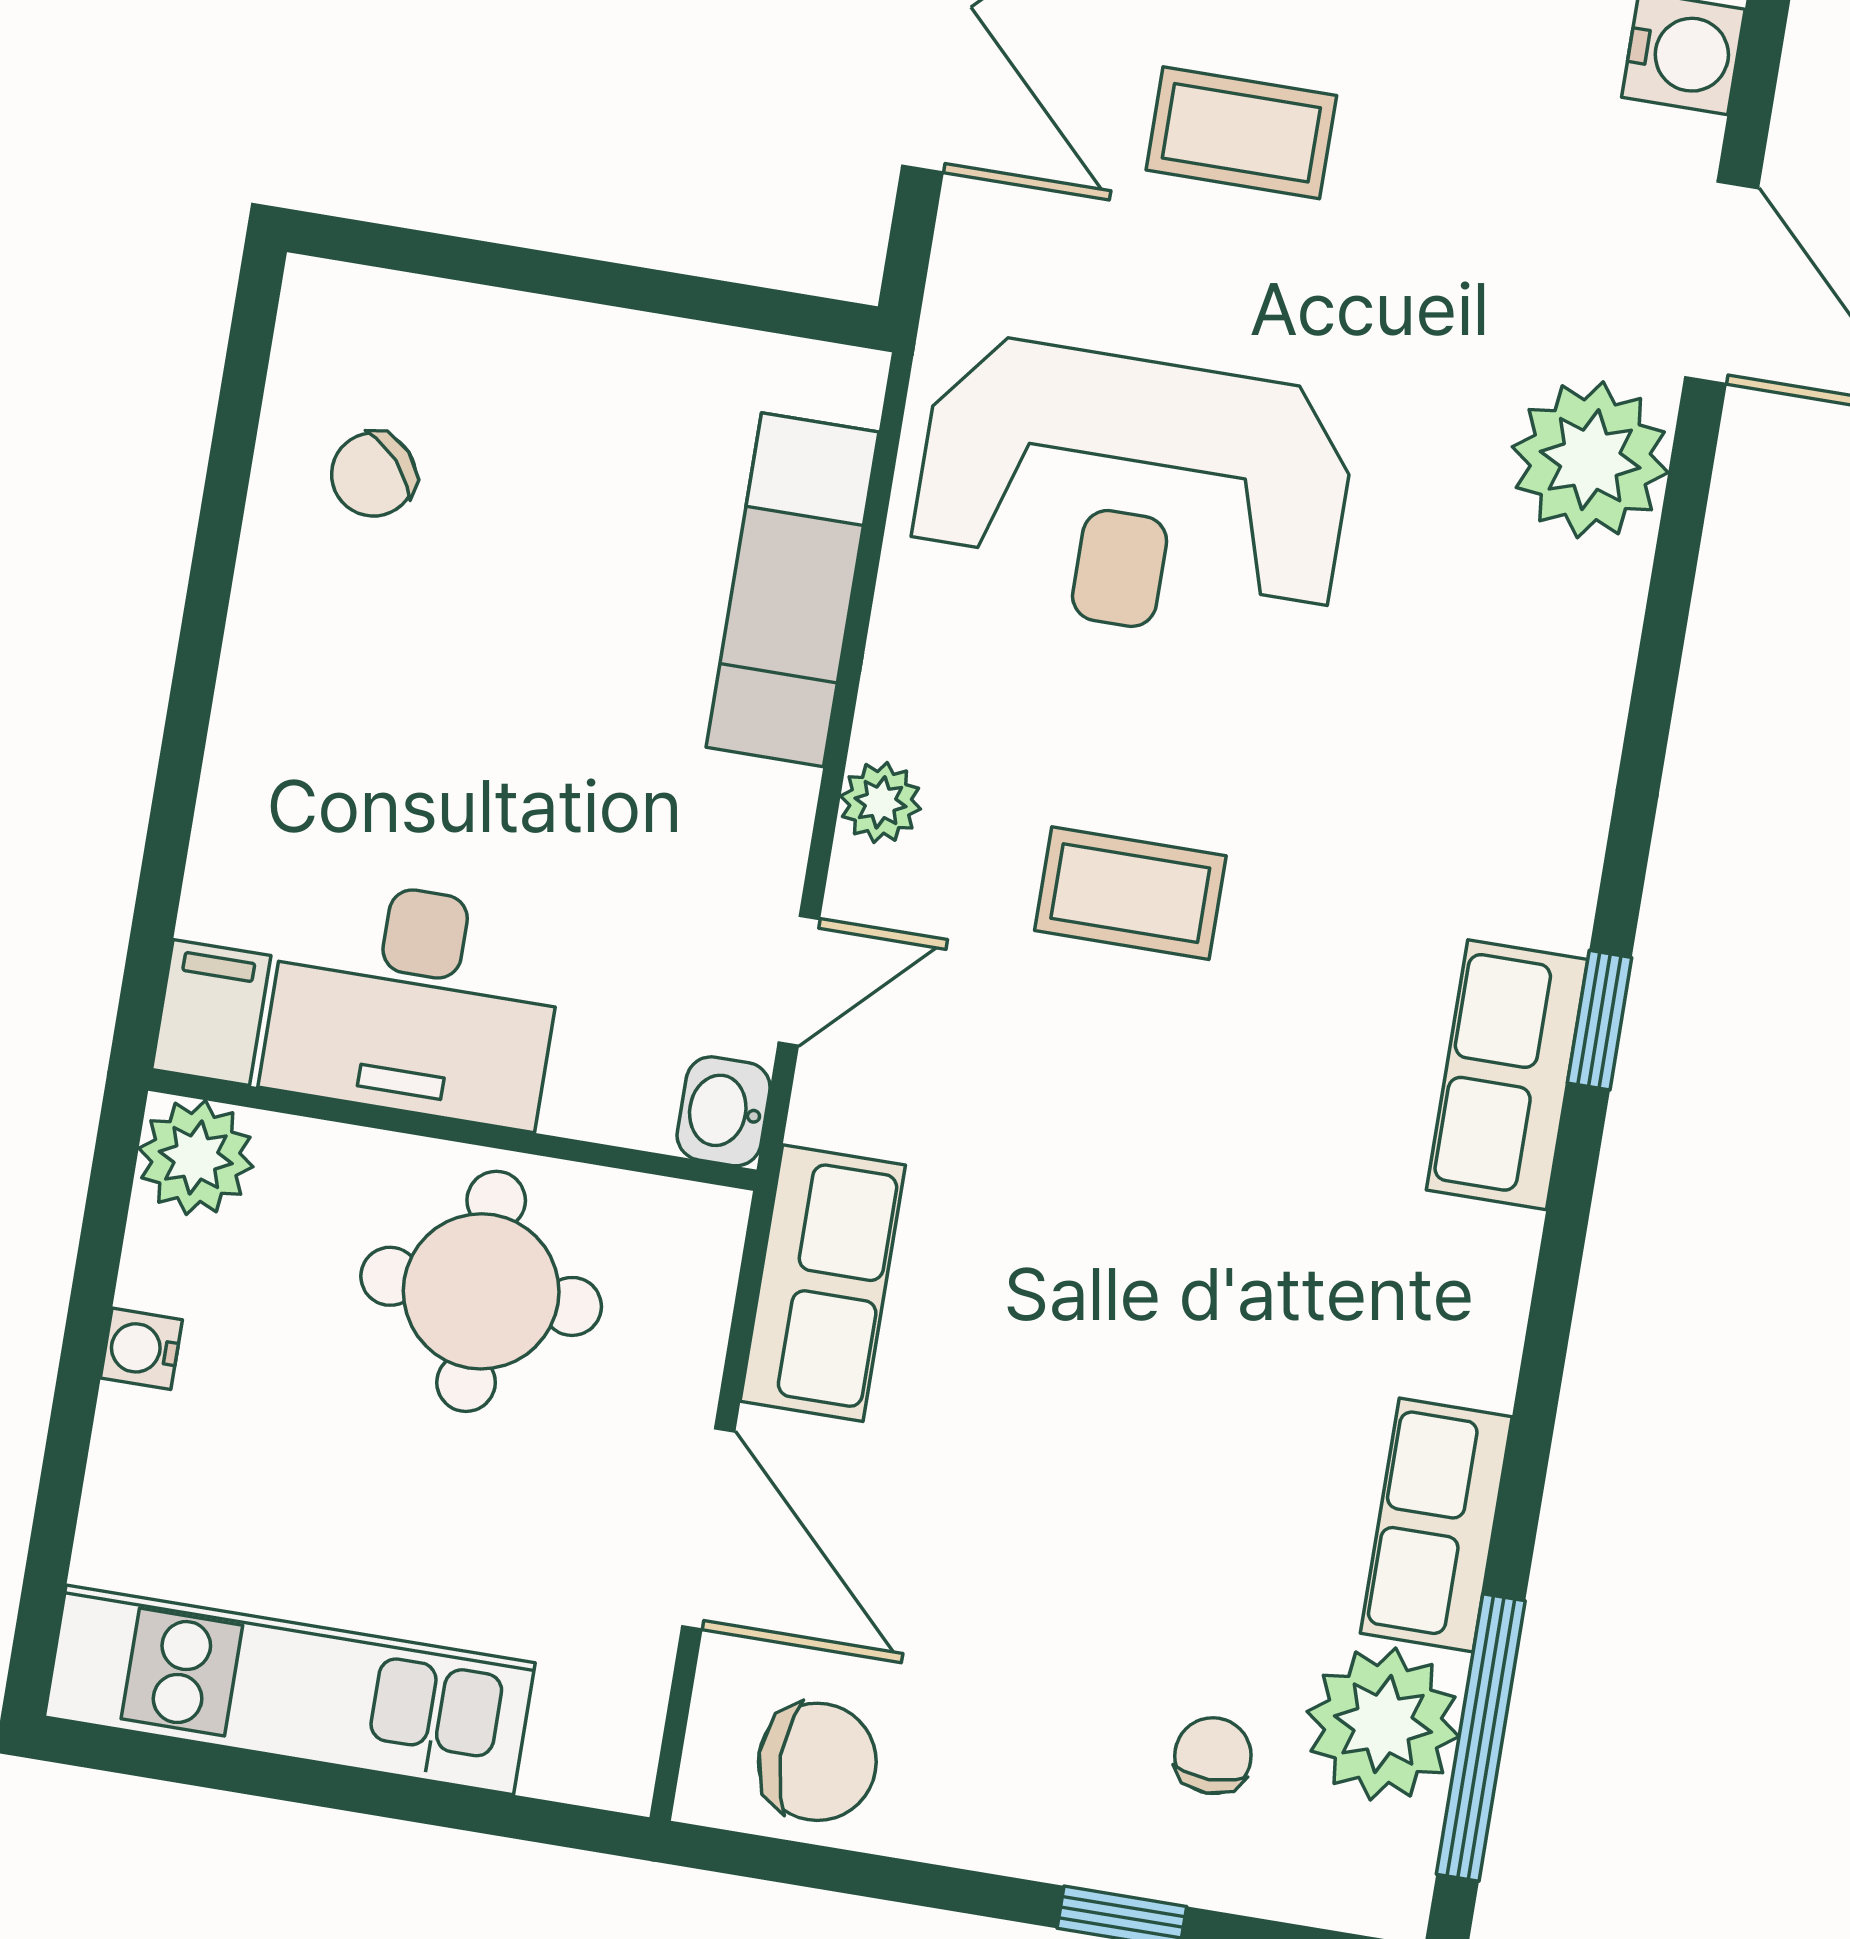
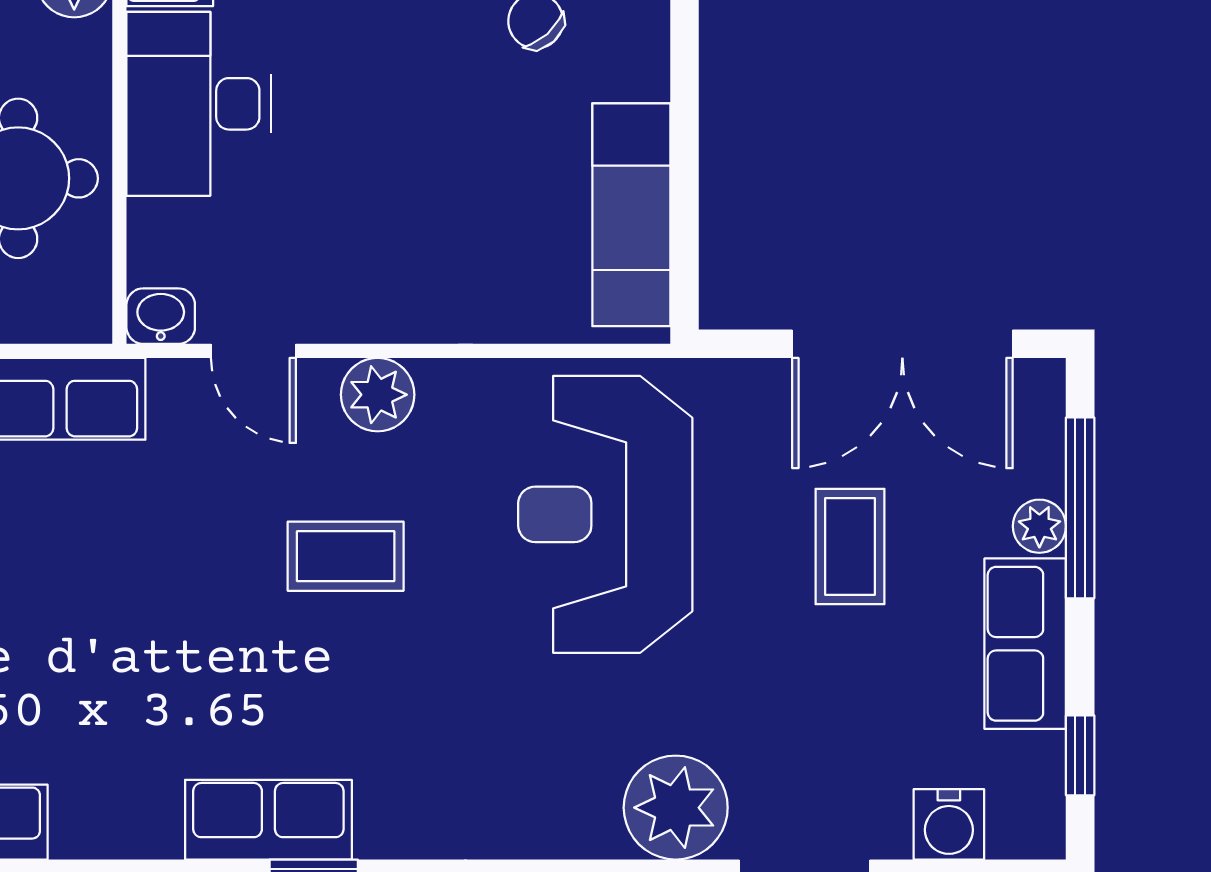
exam couch: (792, 590) -> (631, 215), moved, turned -90
plant: (881, 802) -> (378, 395), width x1.38, depth x1.38
coffee table: (1130, 893) -> (346, 556), turned 90

